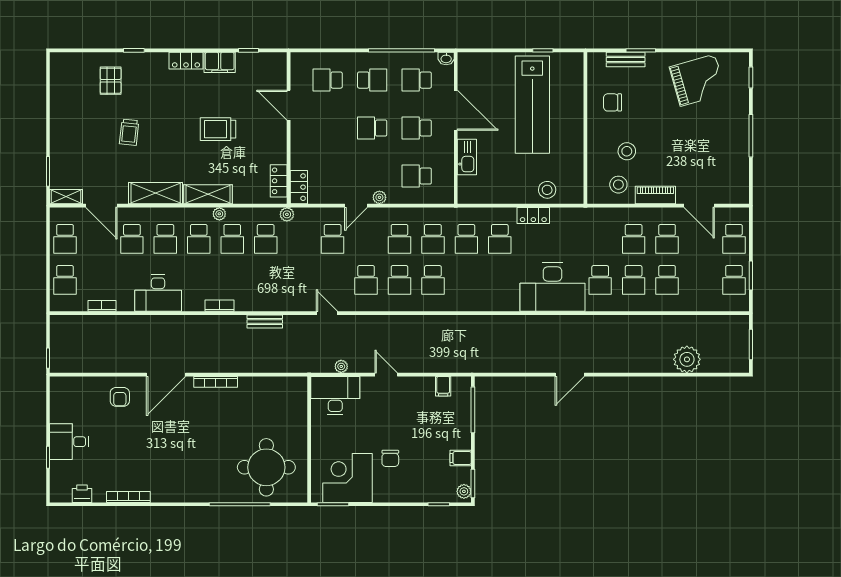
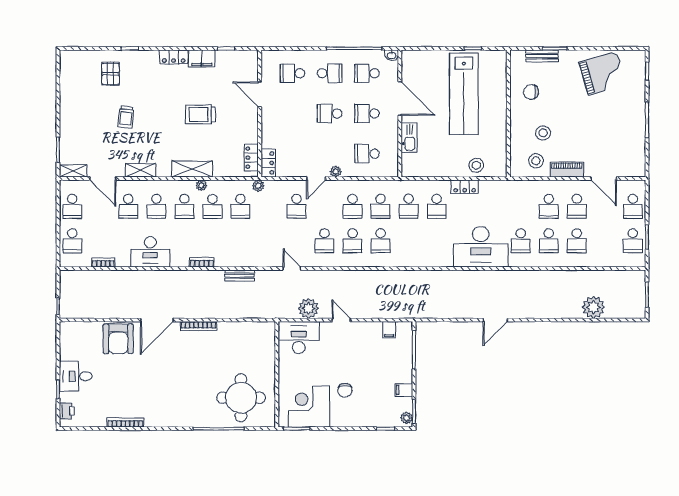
shelving: (156, 193) -> (141, 170), width x0.67, depth x0.75
plant: (341, 366) -> (308, 308), width x1.88, depth x1.88
armchair: (120, 397) -> (118, 339), width x1.88, depth x1.88
printer: (82, 494) -> (67, 411), moved, turned 90

